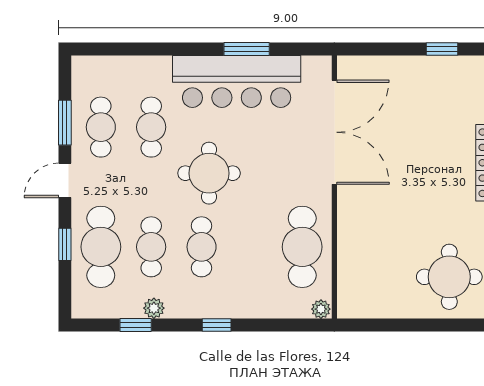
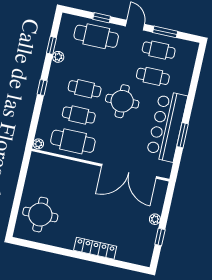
plant: (411, 65) -> (155, 219), added
cafe table: (151, 247) -> (79, 115), moved

